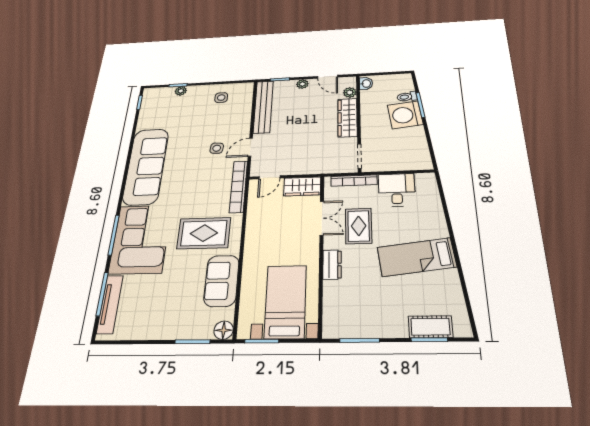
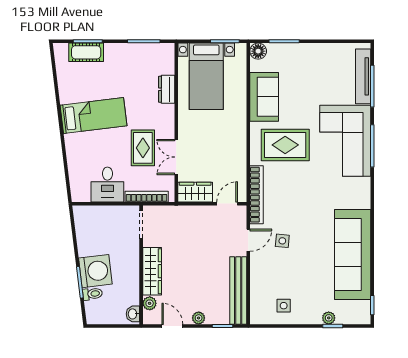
sofa: (146, 166) -> (353, 254), moved
dresser: (332, 265) -> (167, 89), moved

